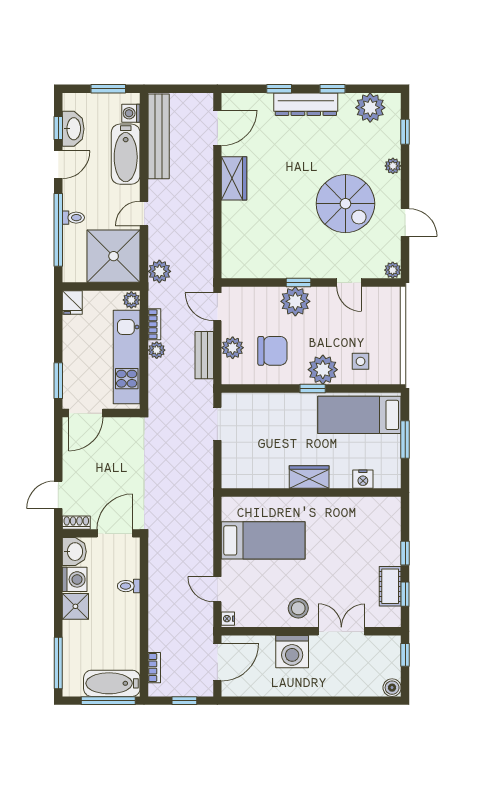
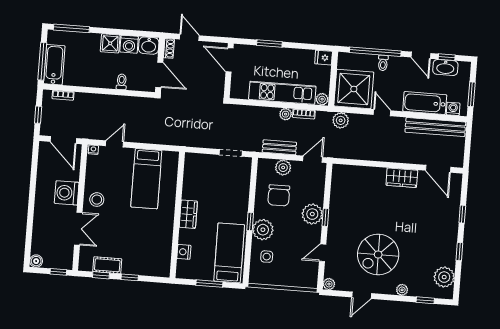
dresser: (306, 104) -> (450, 232), removed
door: (86, 413) -> (229, 60), moved
wall: (101, 413) -> (229, 71), moved

